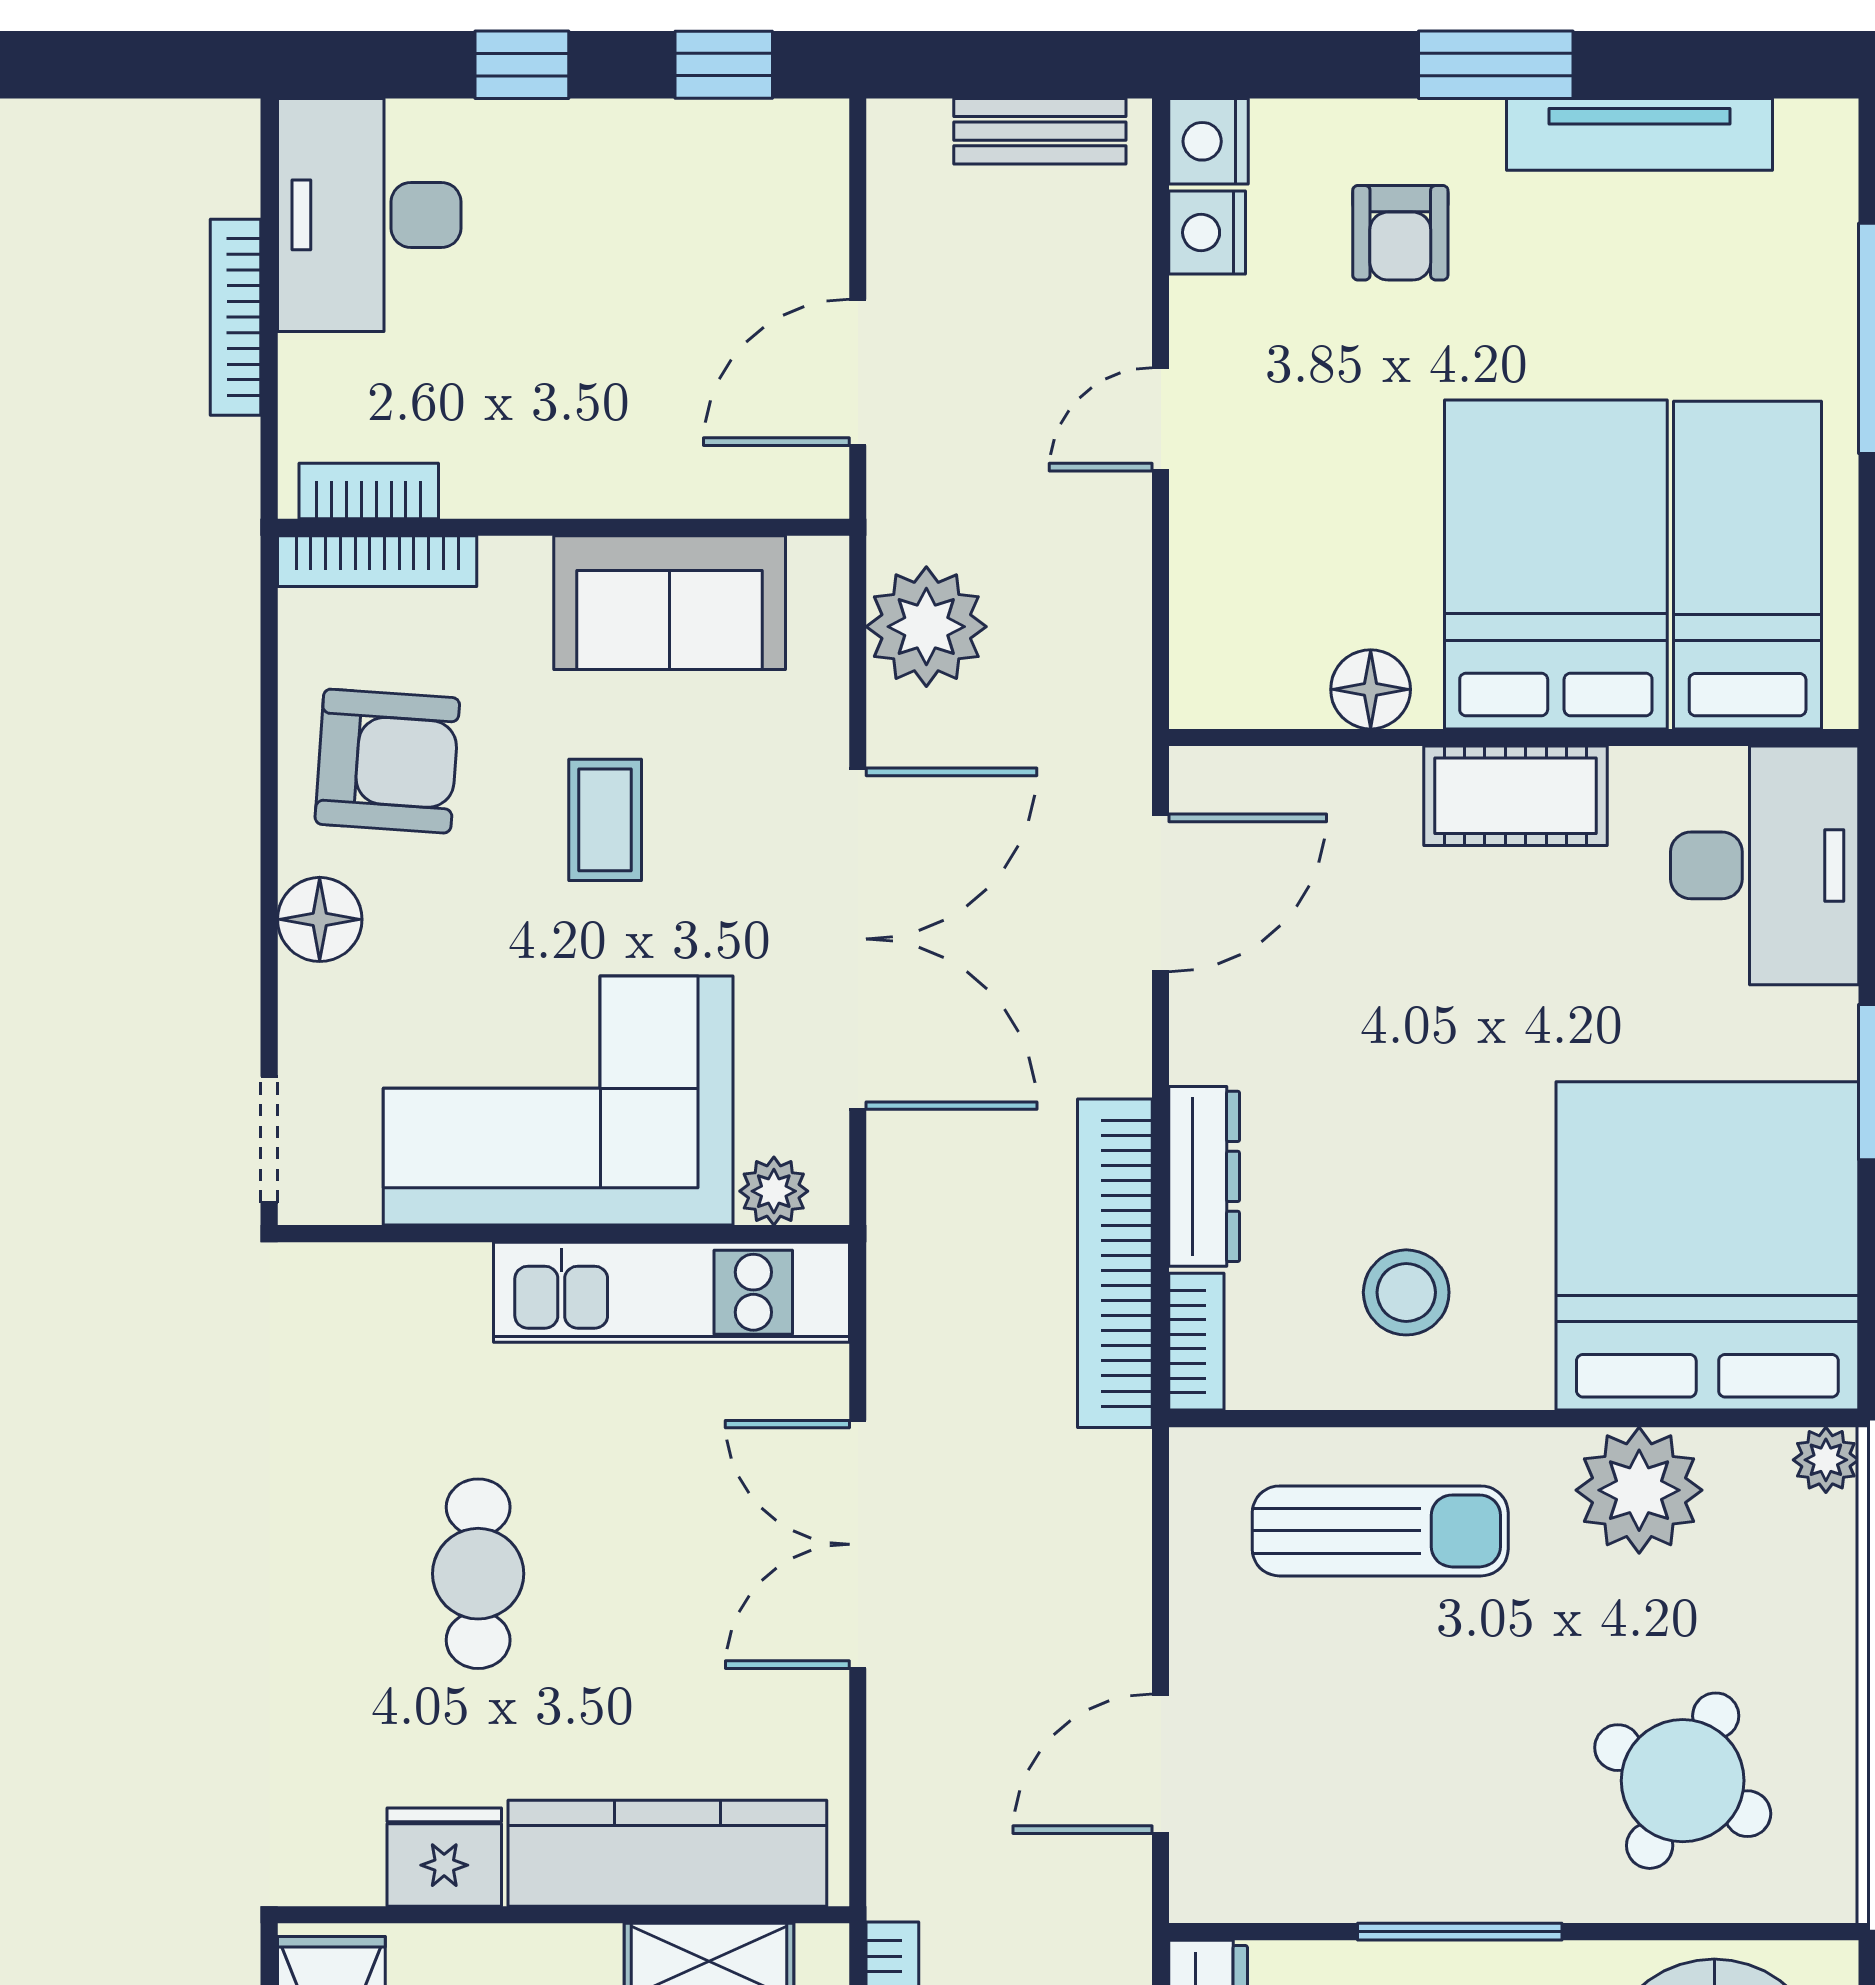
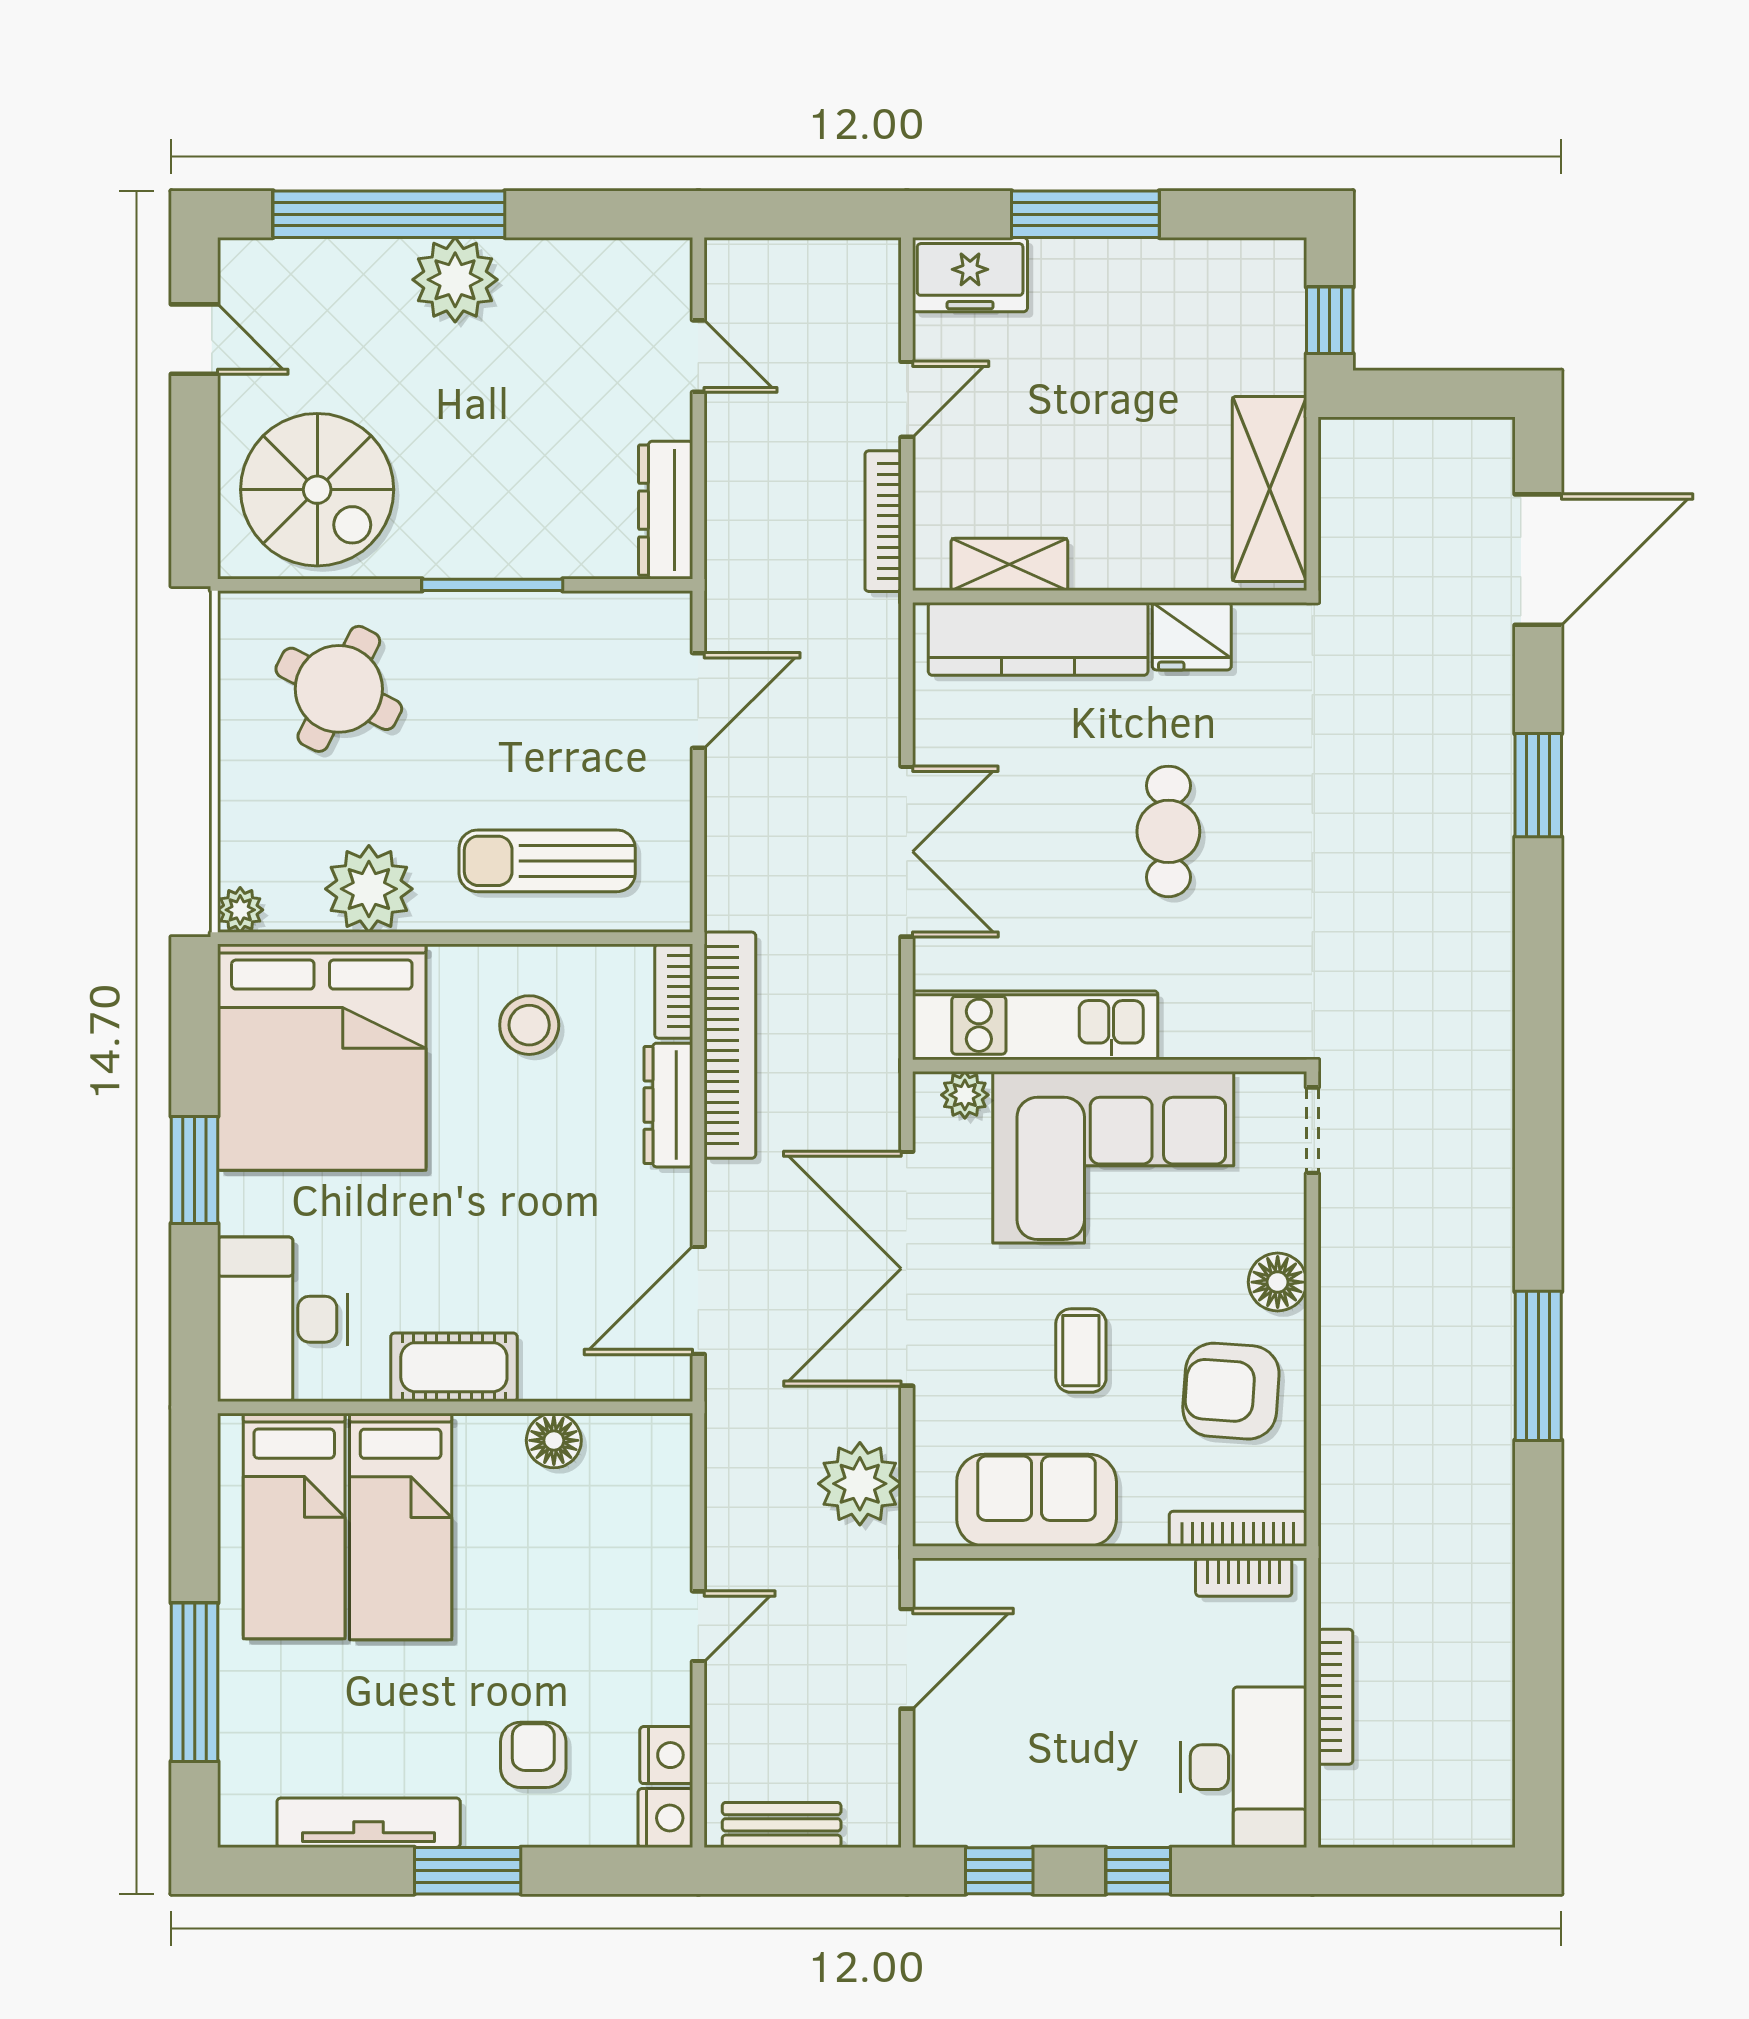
bed: (1556, 564) -> (401, 1527), width x0.67

